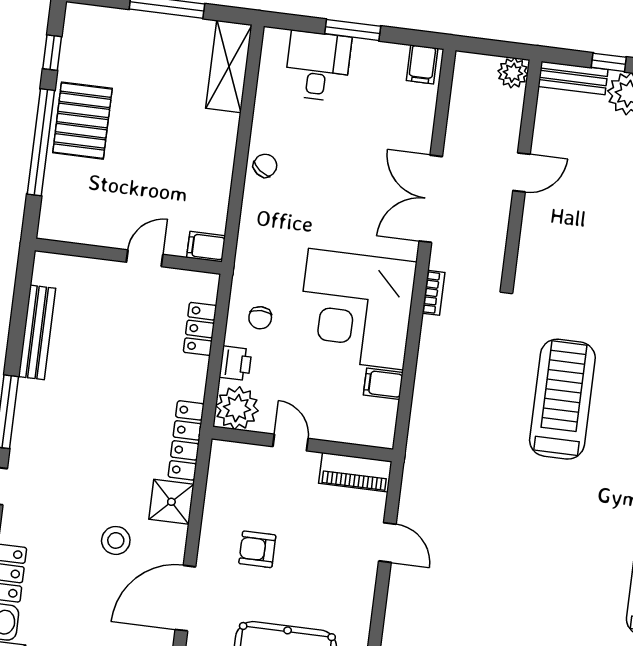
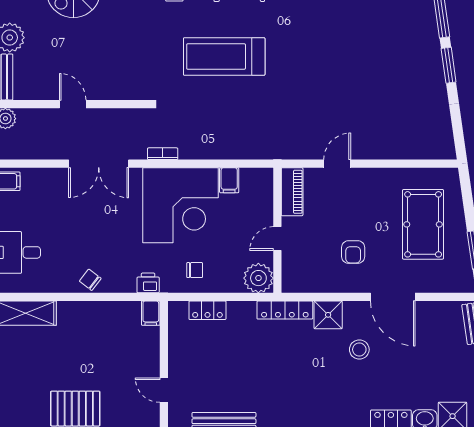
door: (145, 258) -> (164, 390), moved
printer: (236, 363) -> (148, 283), moved

